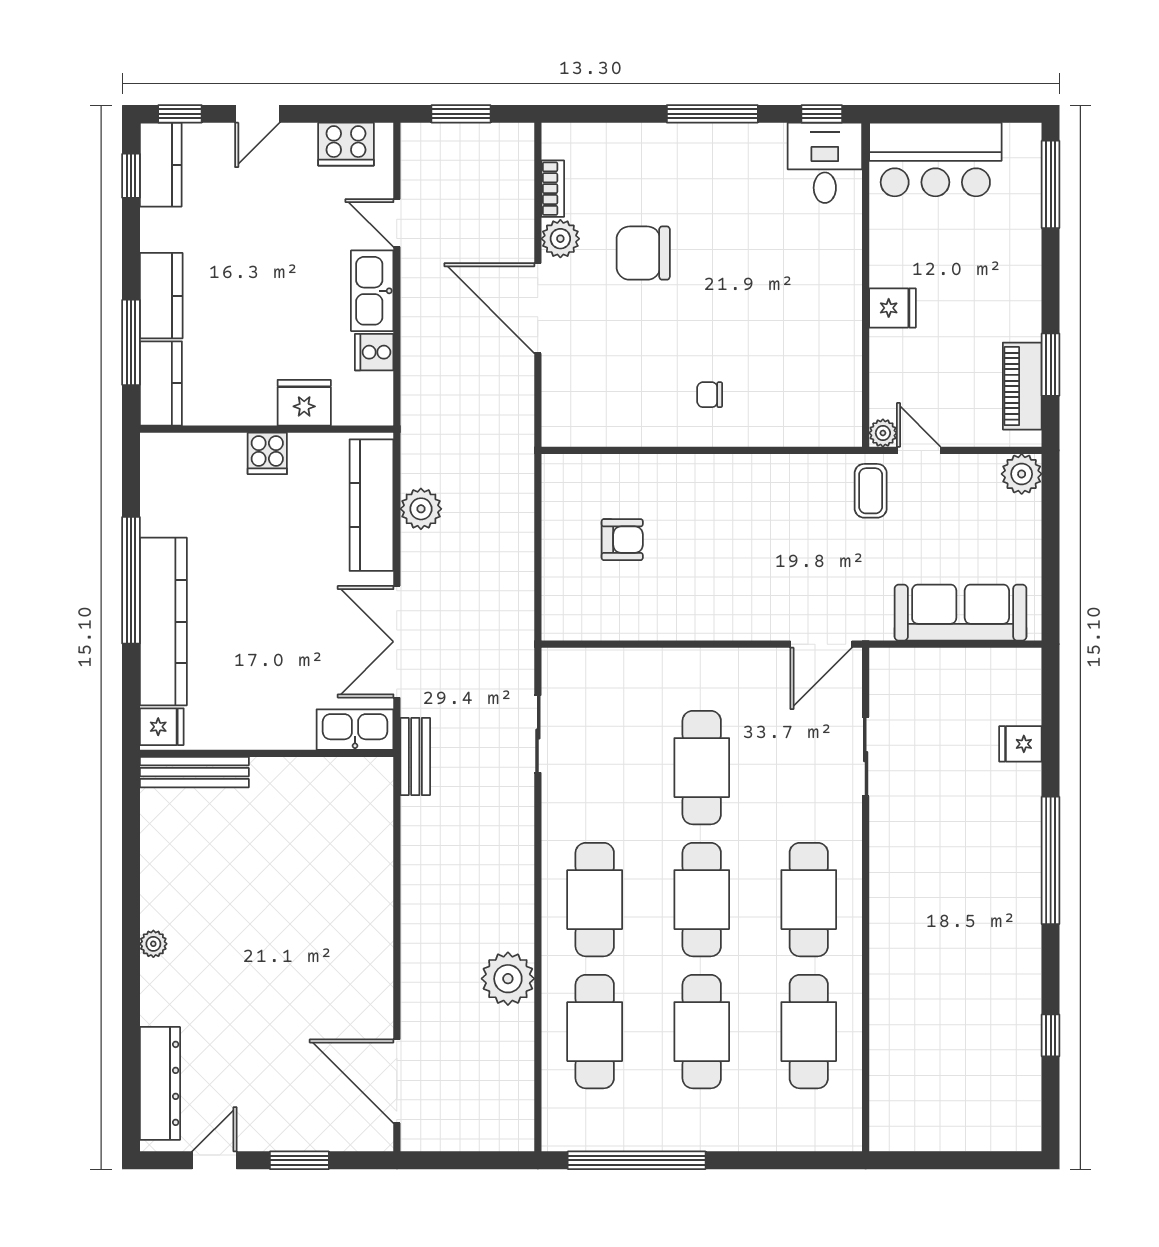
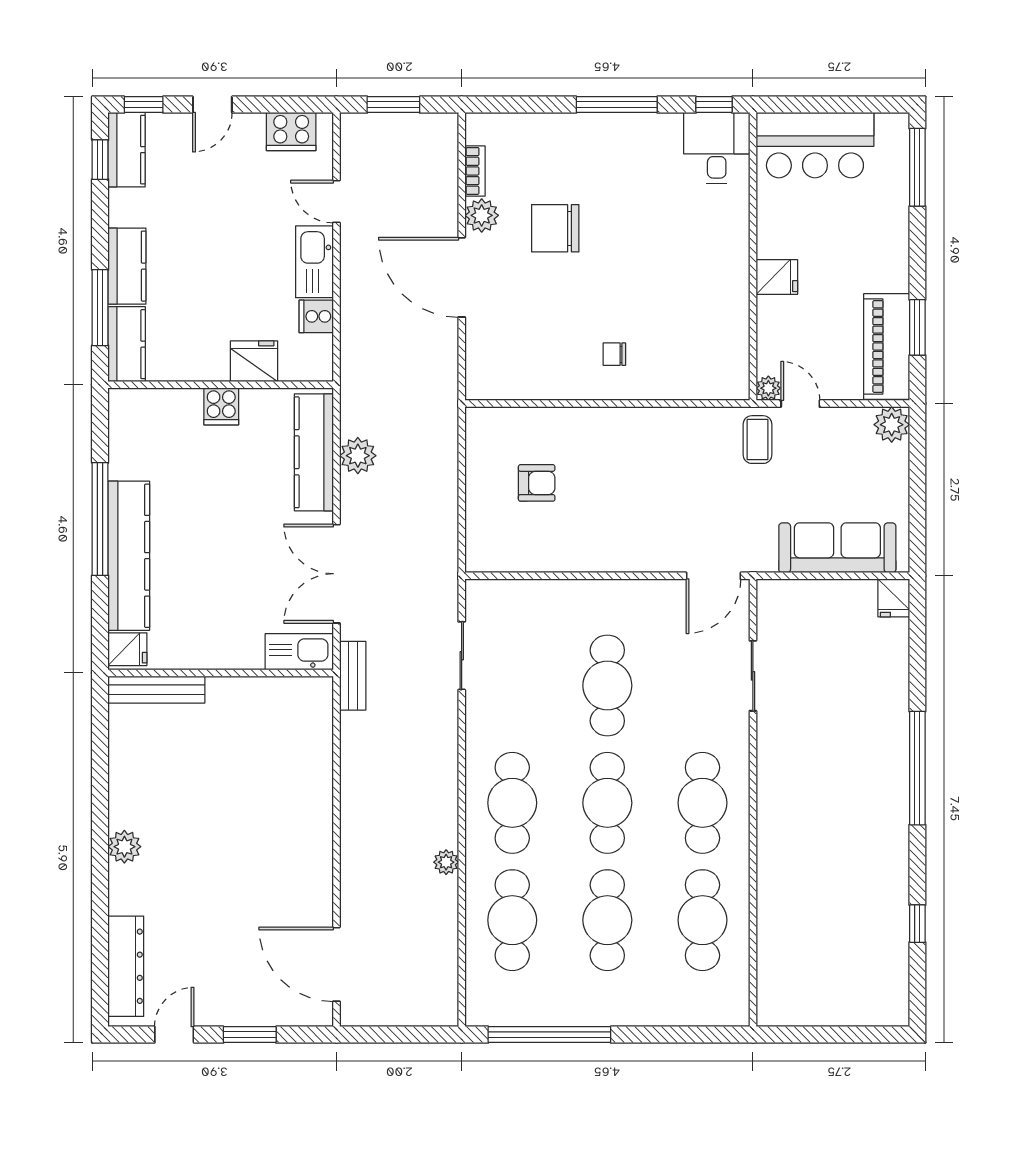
piano: (1022, 386) -> (887, 347), width x1.37, depth x1.33
fridge: (1020, 744) -> (894, 598), moved, turned -90
plant: (153, 944) -> (124, 847), width x1.38, depth x1.38
plant: (508, 979) -> (446, 862), width x0.53, depth x0.53

